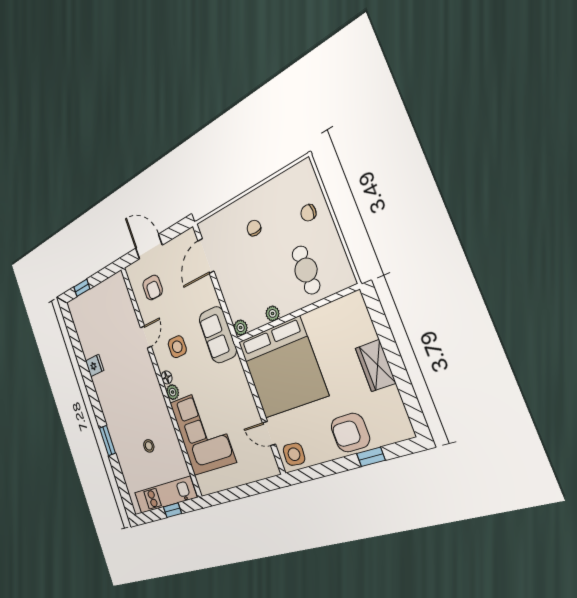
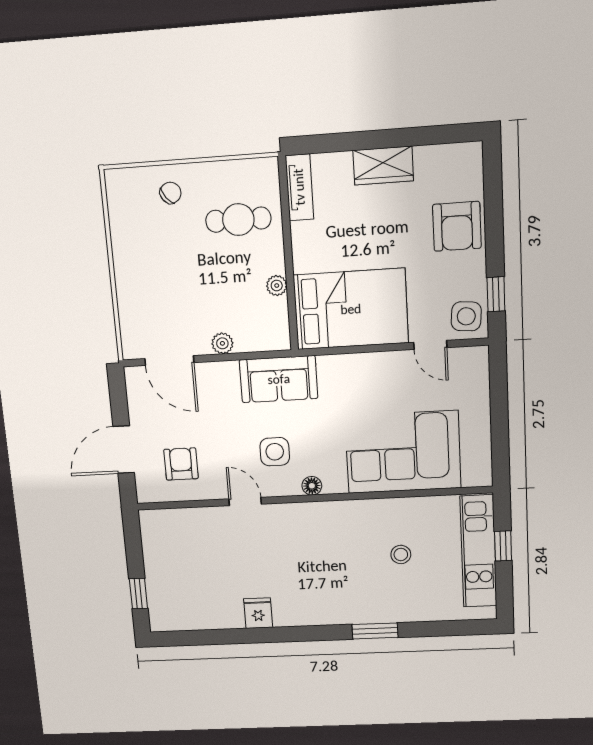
chair: (308, 213) -> (170, 193), turned -128
chair: (254, 228) -> (160, 275), removed
armchair: (153, 288) -> (181, 464), turned -90
tv unit: (341, 307) -> (299, 187), added
plant: (241, 328) -> (222, 343), moved
bed: (282, 368) -> (351, 309), width x0.73
plant: (173, 392) -> (335, 483), removed
door: (269, 433) -> (430, 345), hinge flipped
window: (371, 457) -> (496, 294), moved

